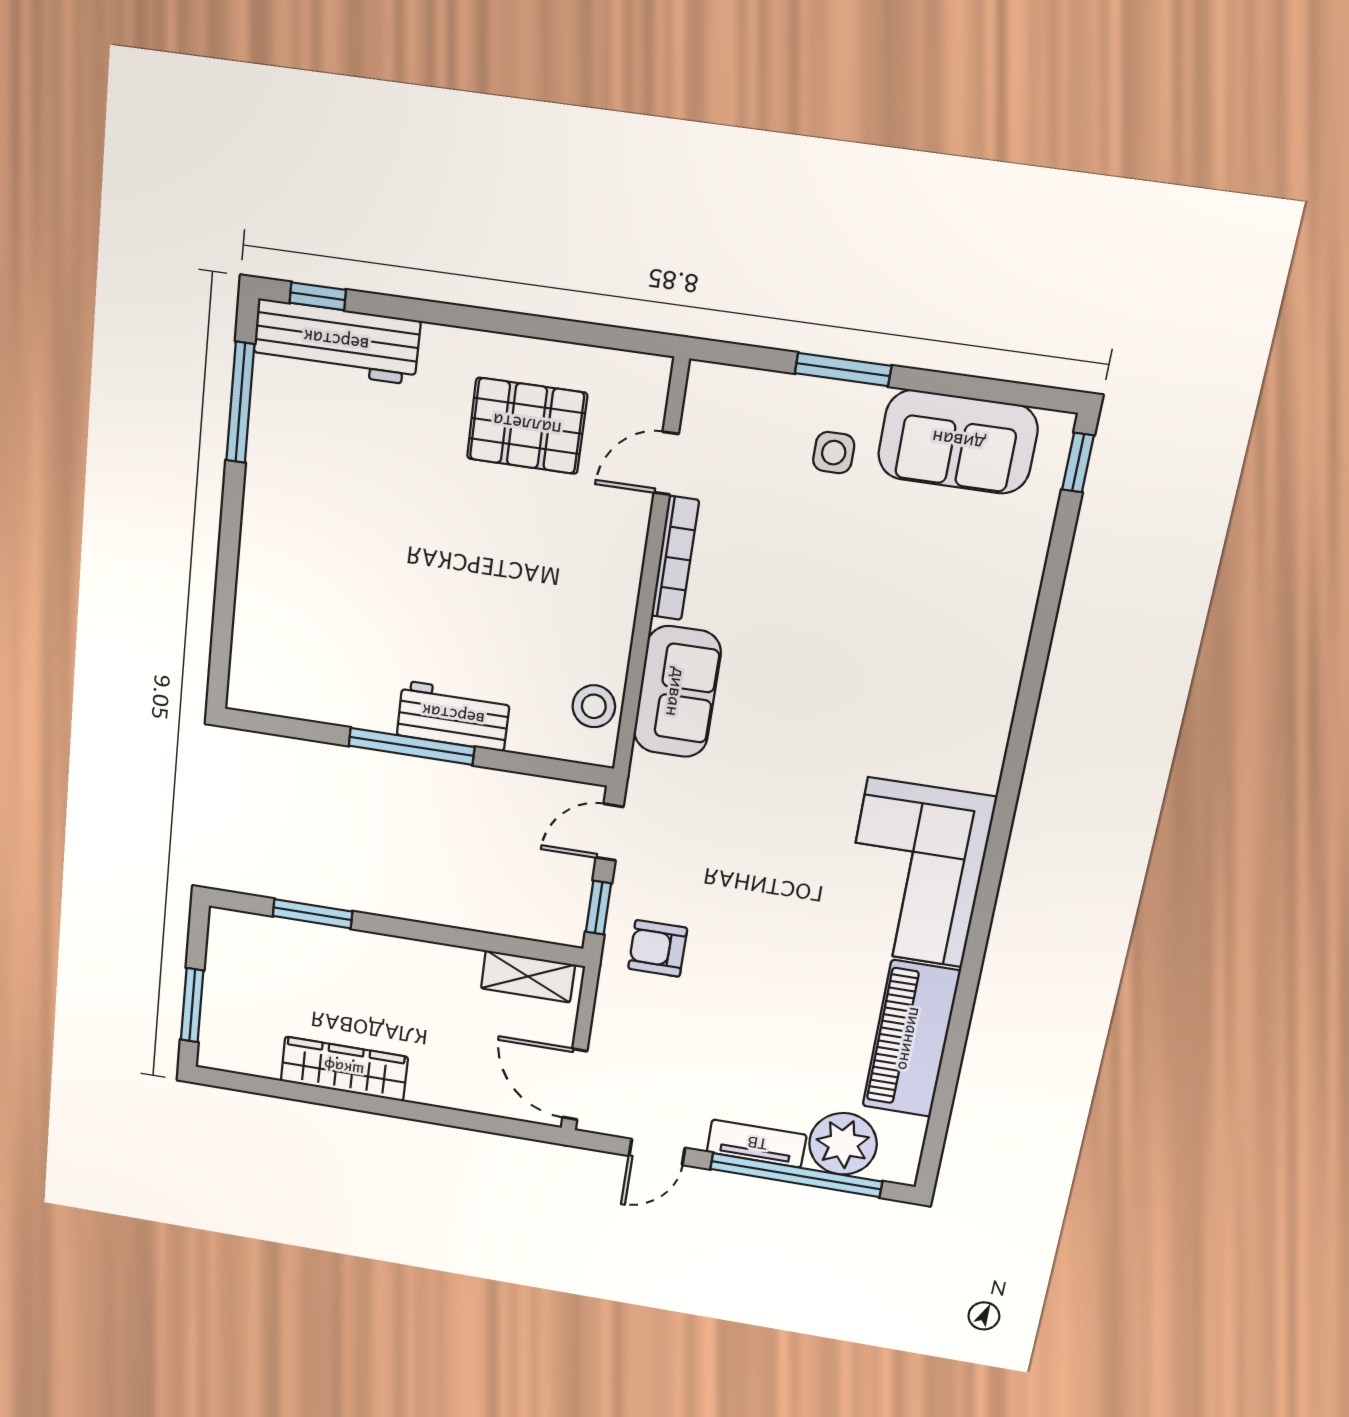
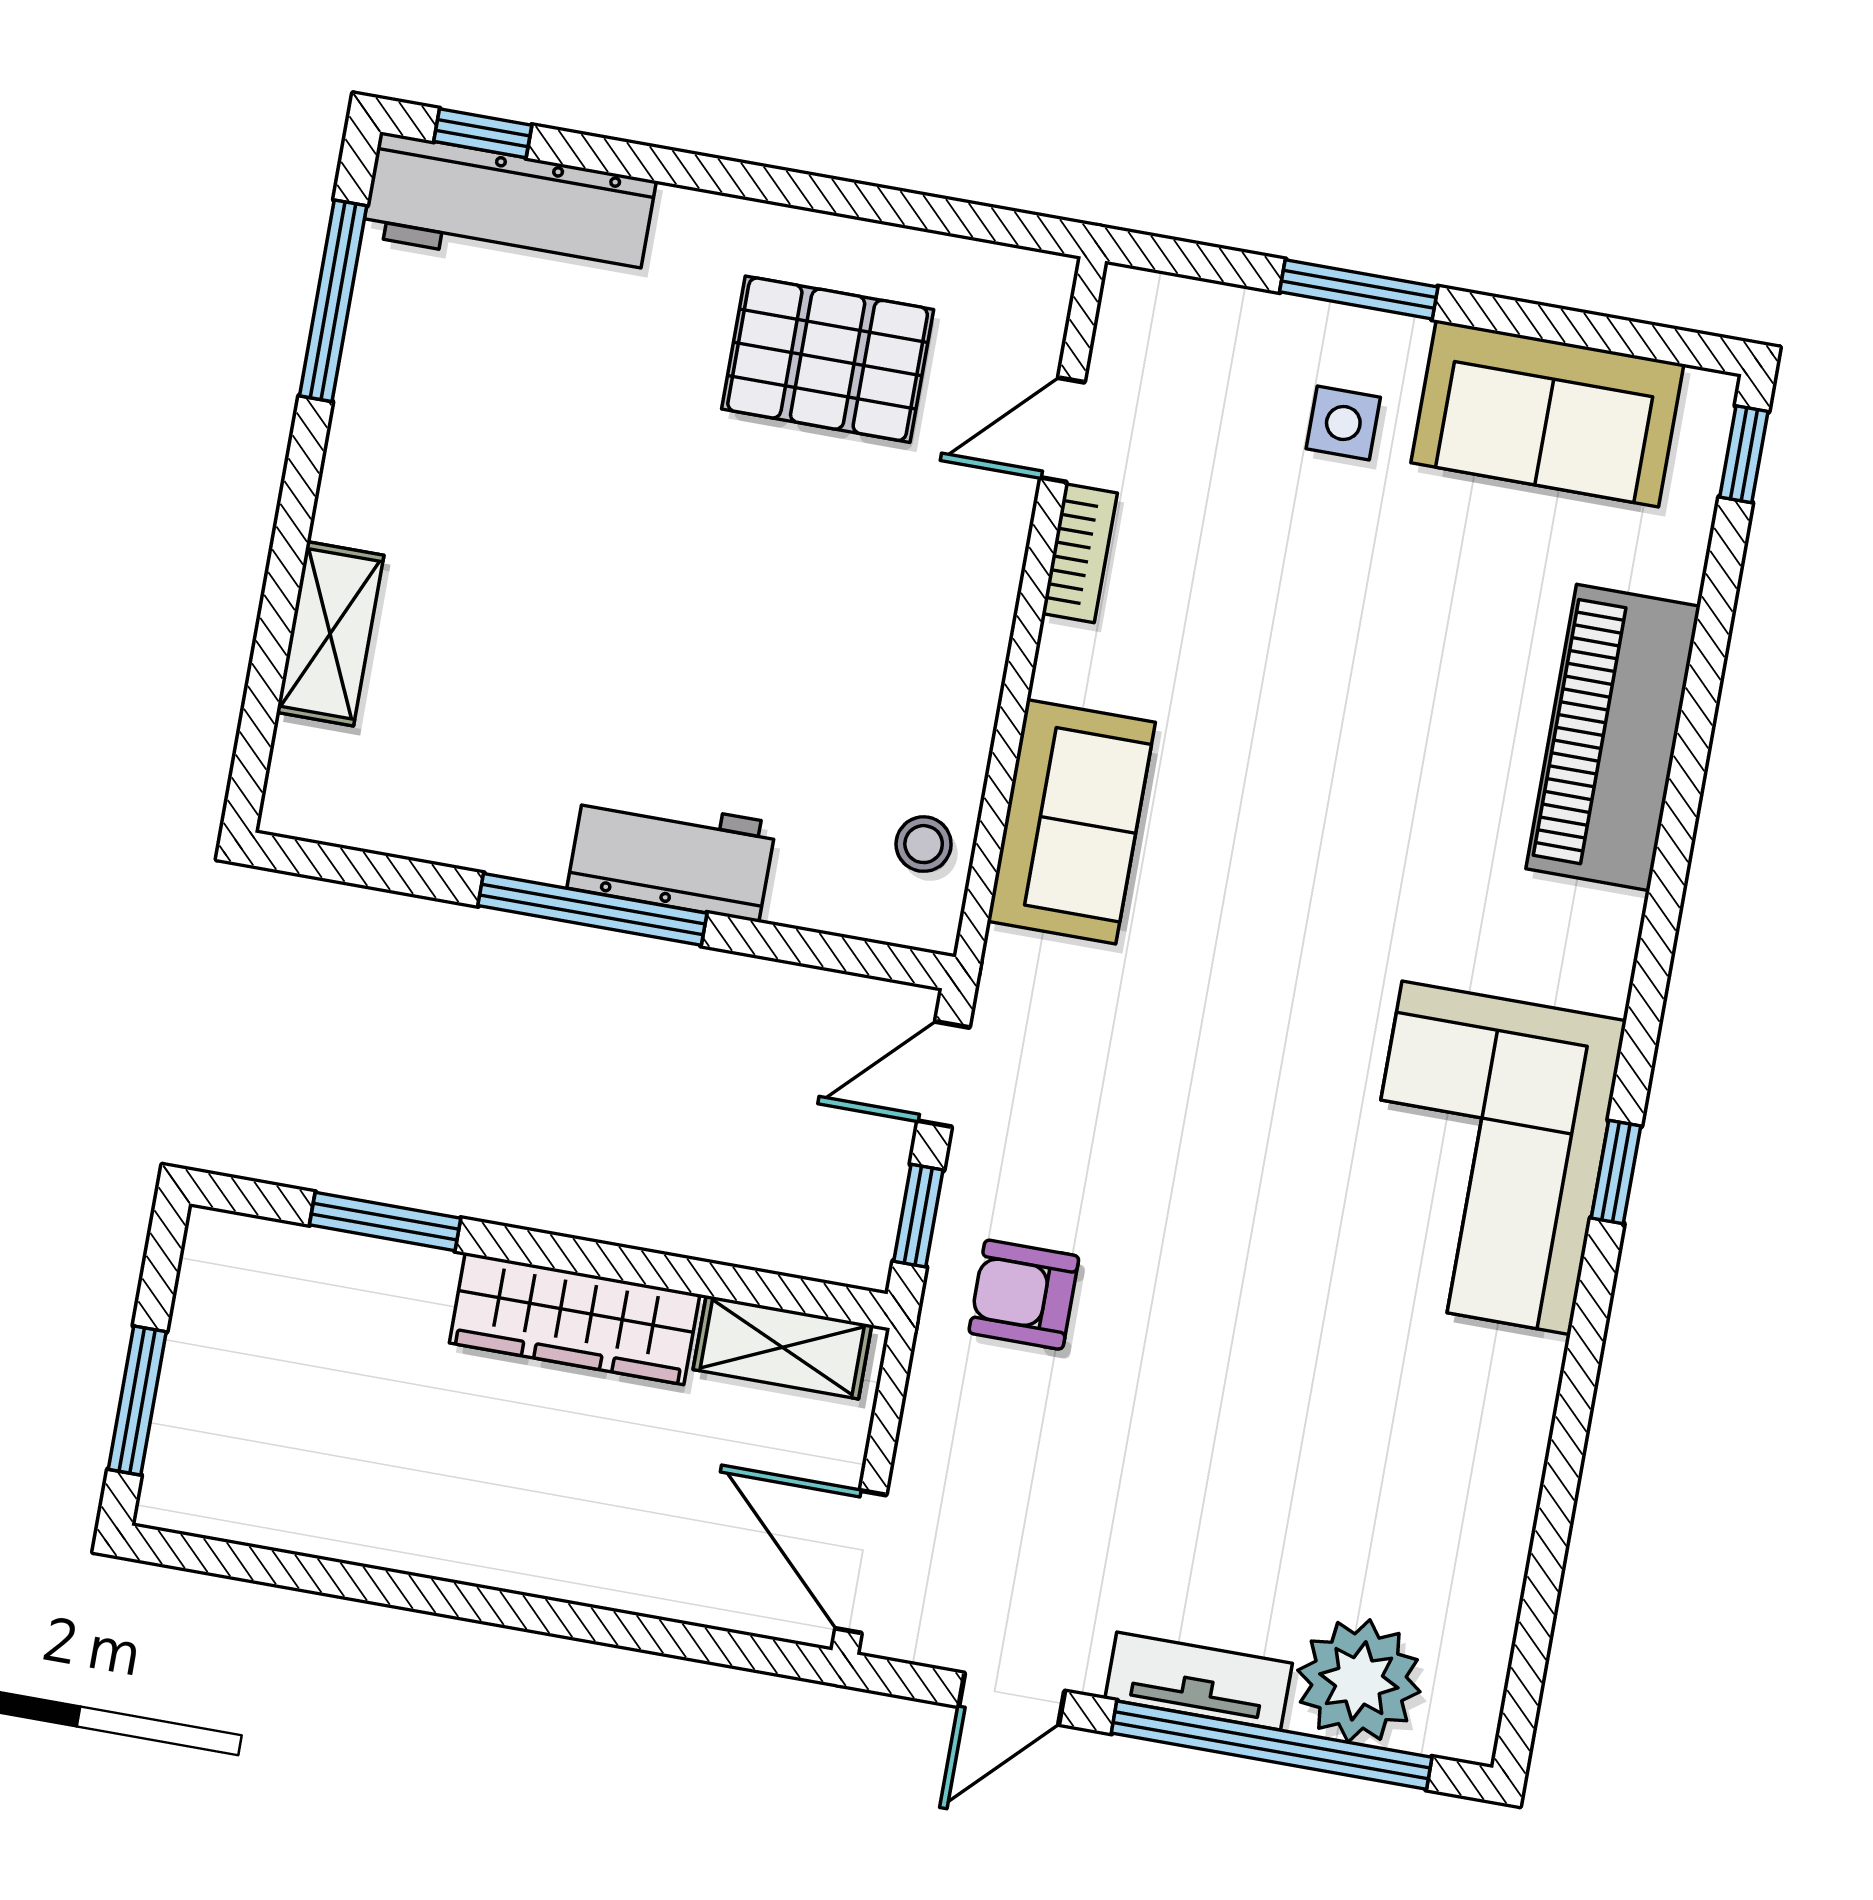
bookcase: (675, 558) -> (1080, 553), width x0.64
shelving: (256, 597) -> (330, 634), added
stool: (594, 706) -> (924, 844), width x0.73, depth x0.73
window: (990, 880) -> (1616, 1172), added
piano: (911, 1039) -> (1613, 738), moved
wardrobe: (344, 1069) -> (575, 1319), moved, turned 180

